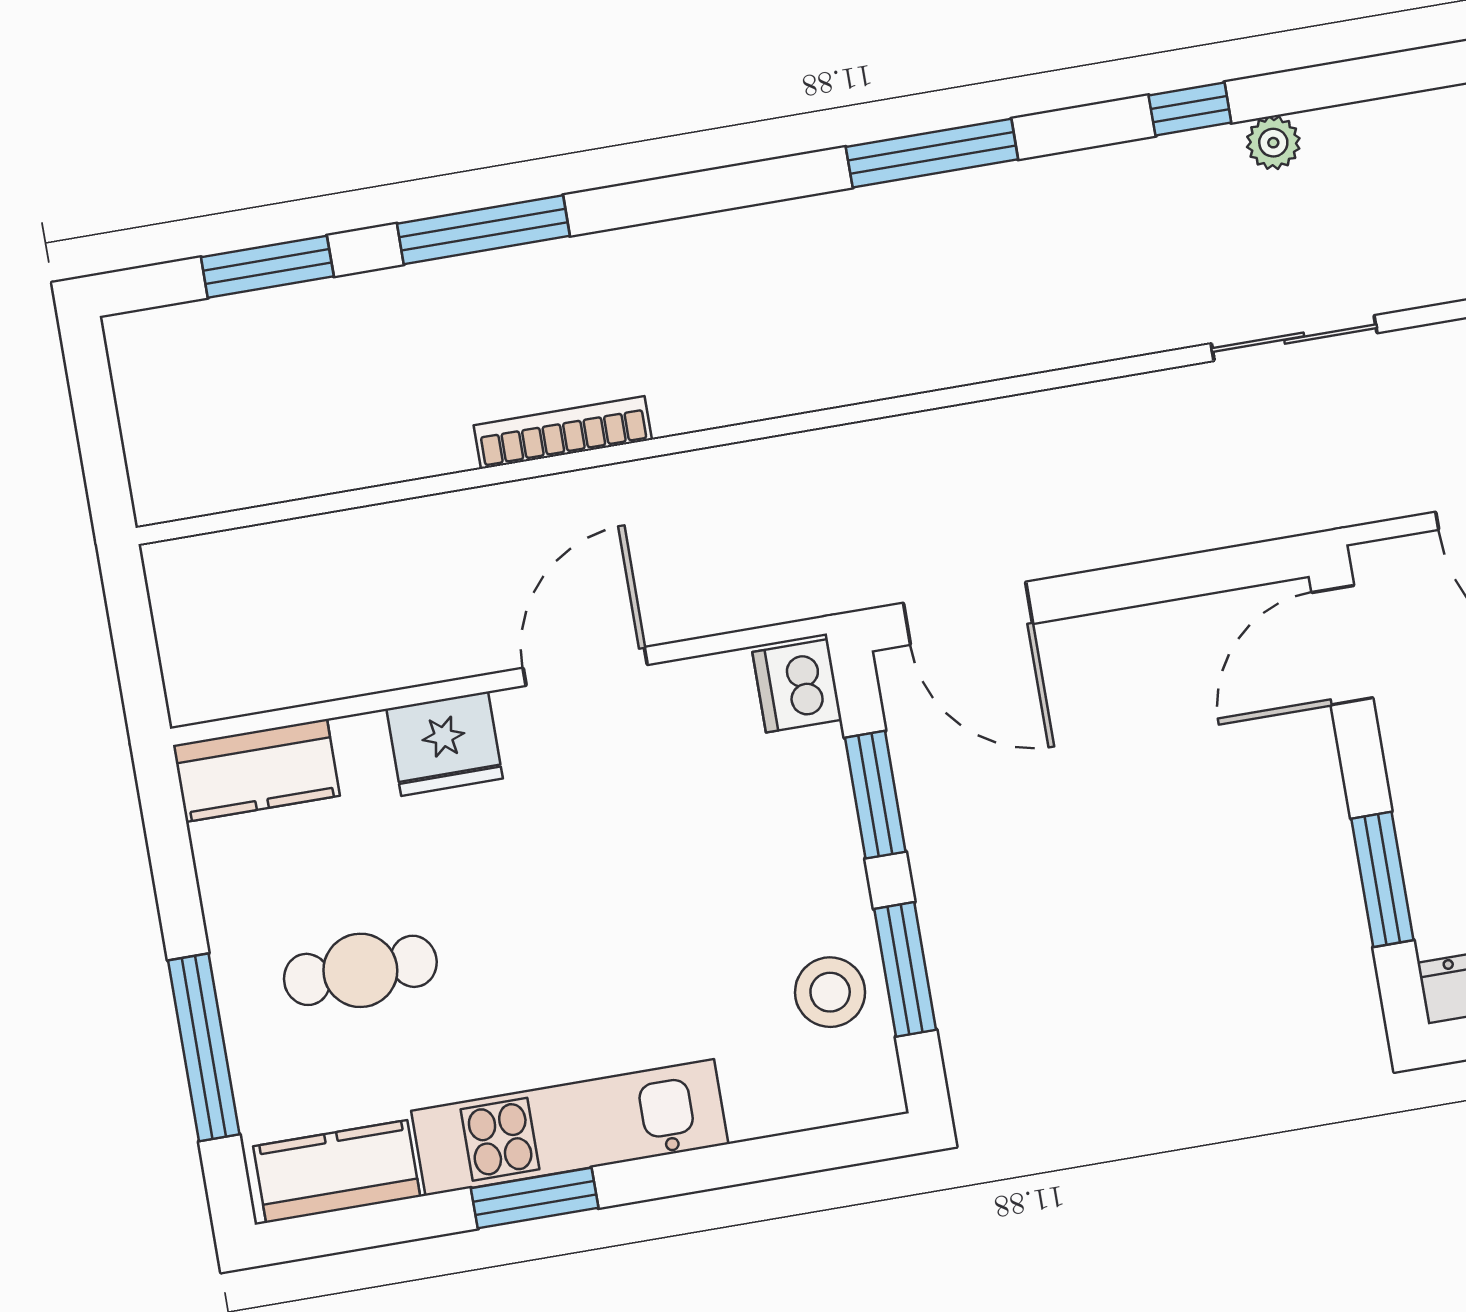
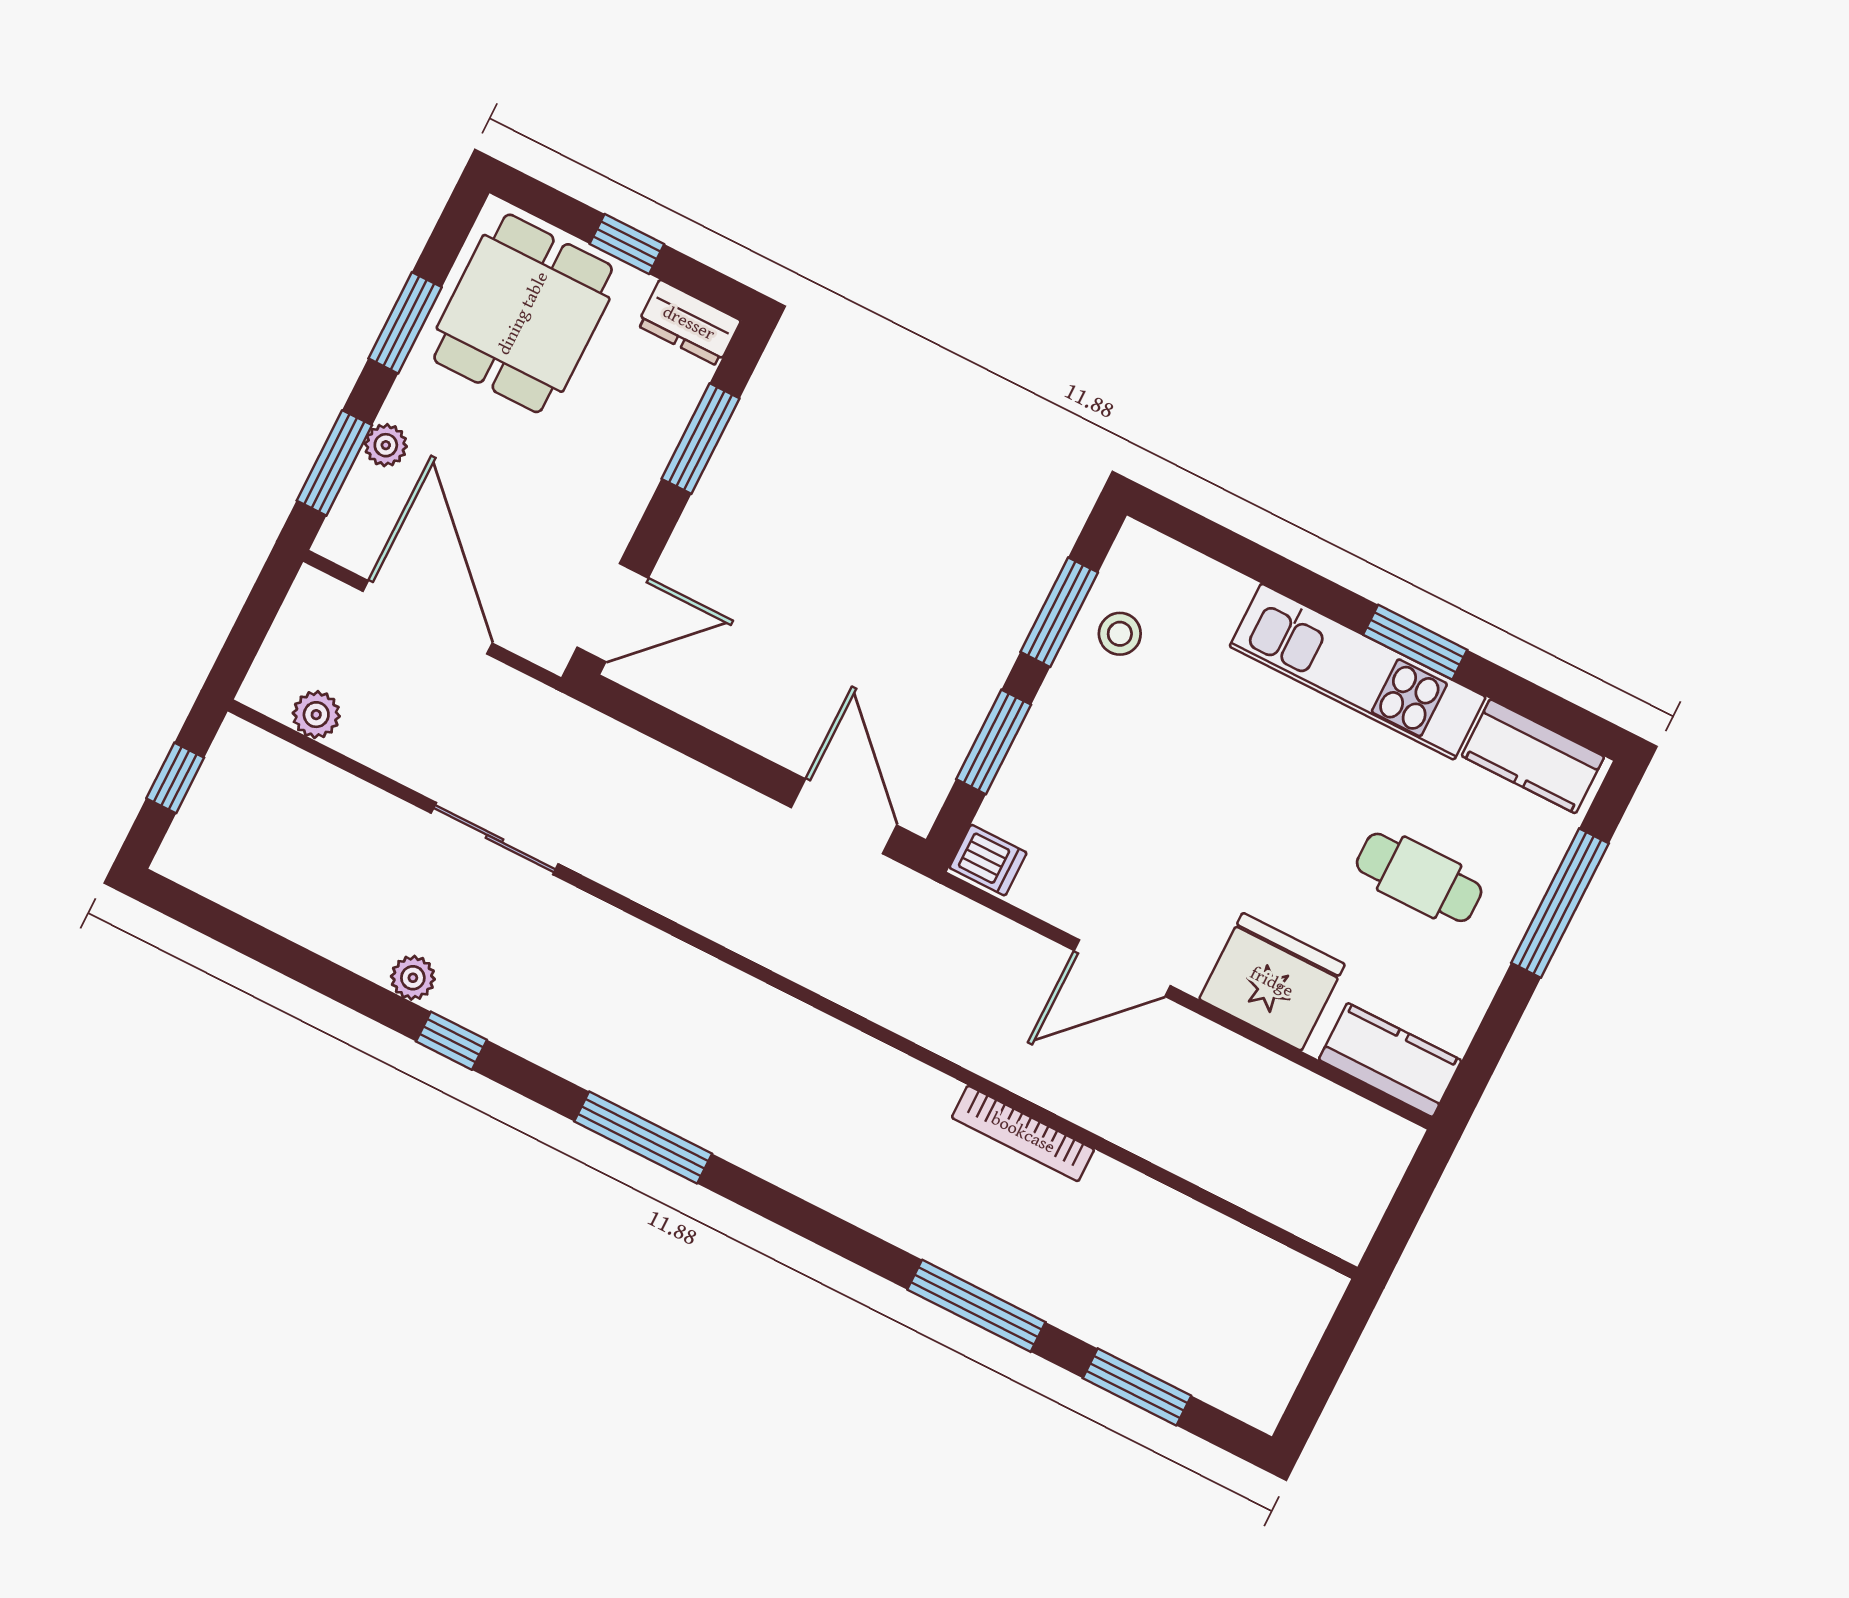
dishwasher: (797, 686) -> (988, 860), width x0.73
fridge: (445, 744) -> (1272, 982), width x1.36, depth x1.34
stool: (830, 992) -> (1120, 634), width x0.73, depth x0.73

